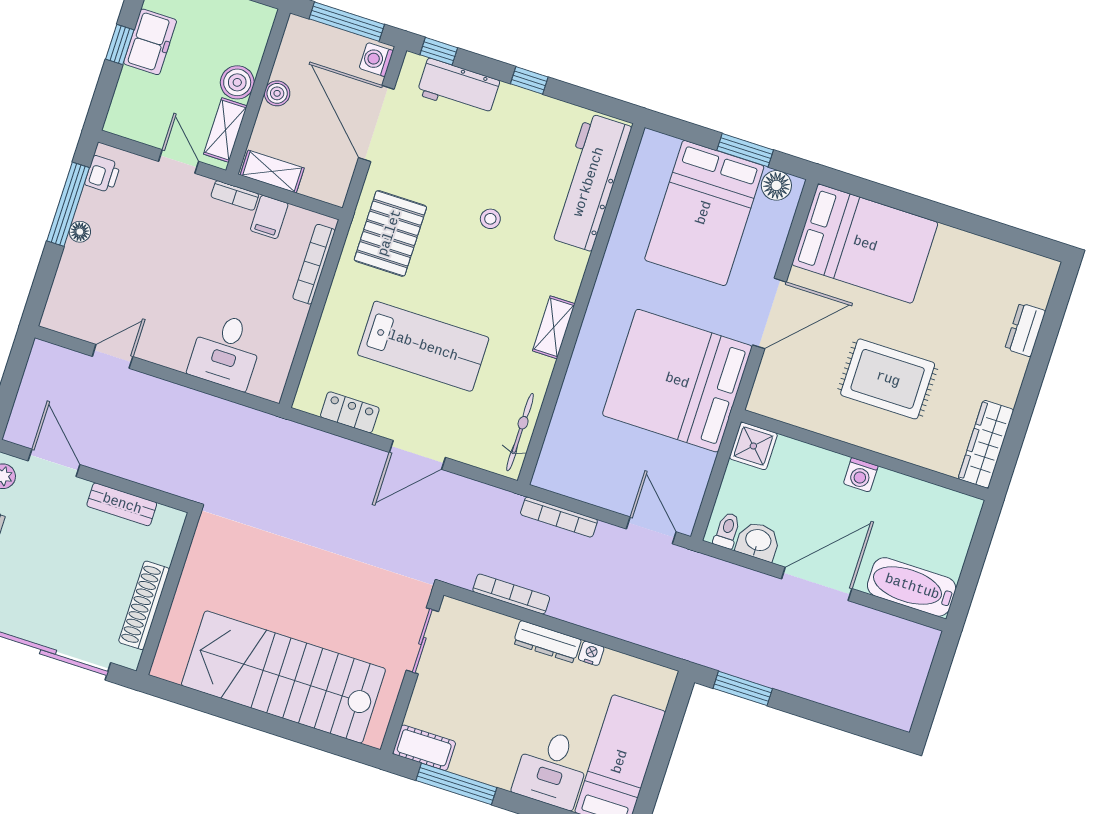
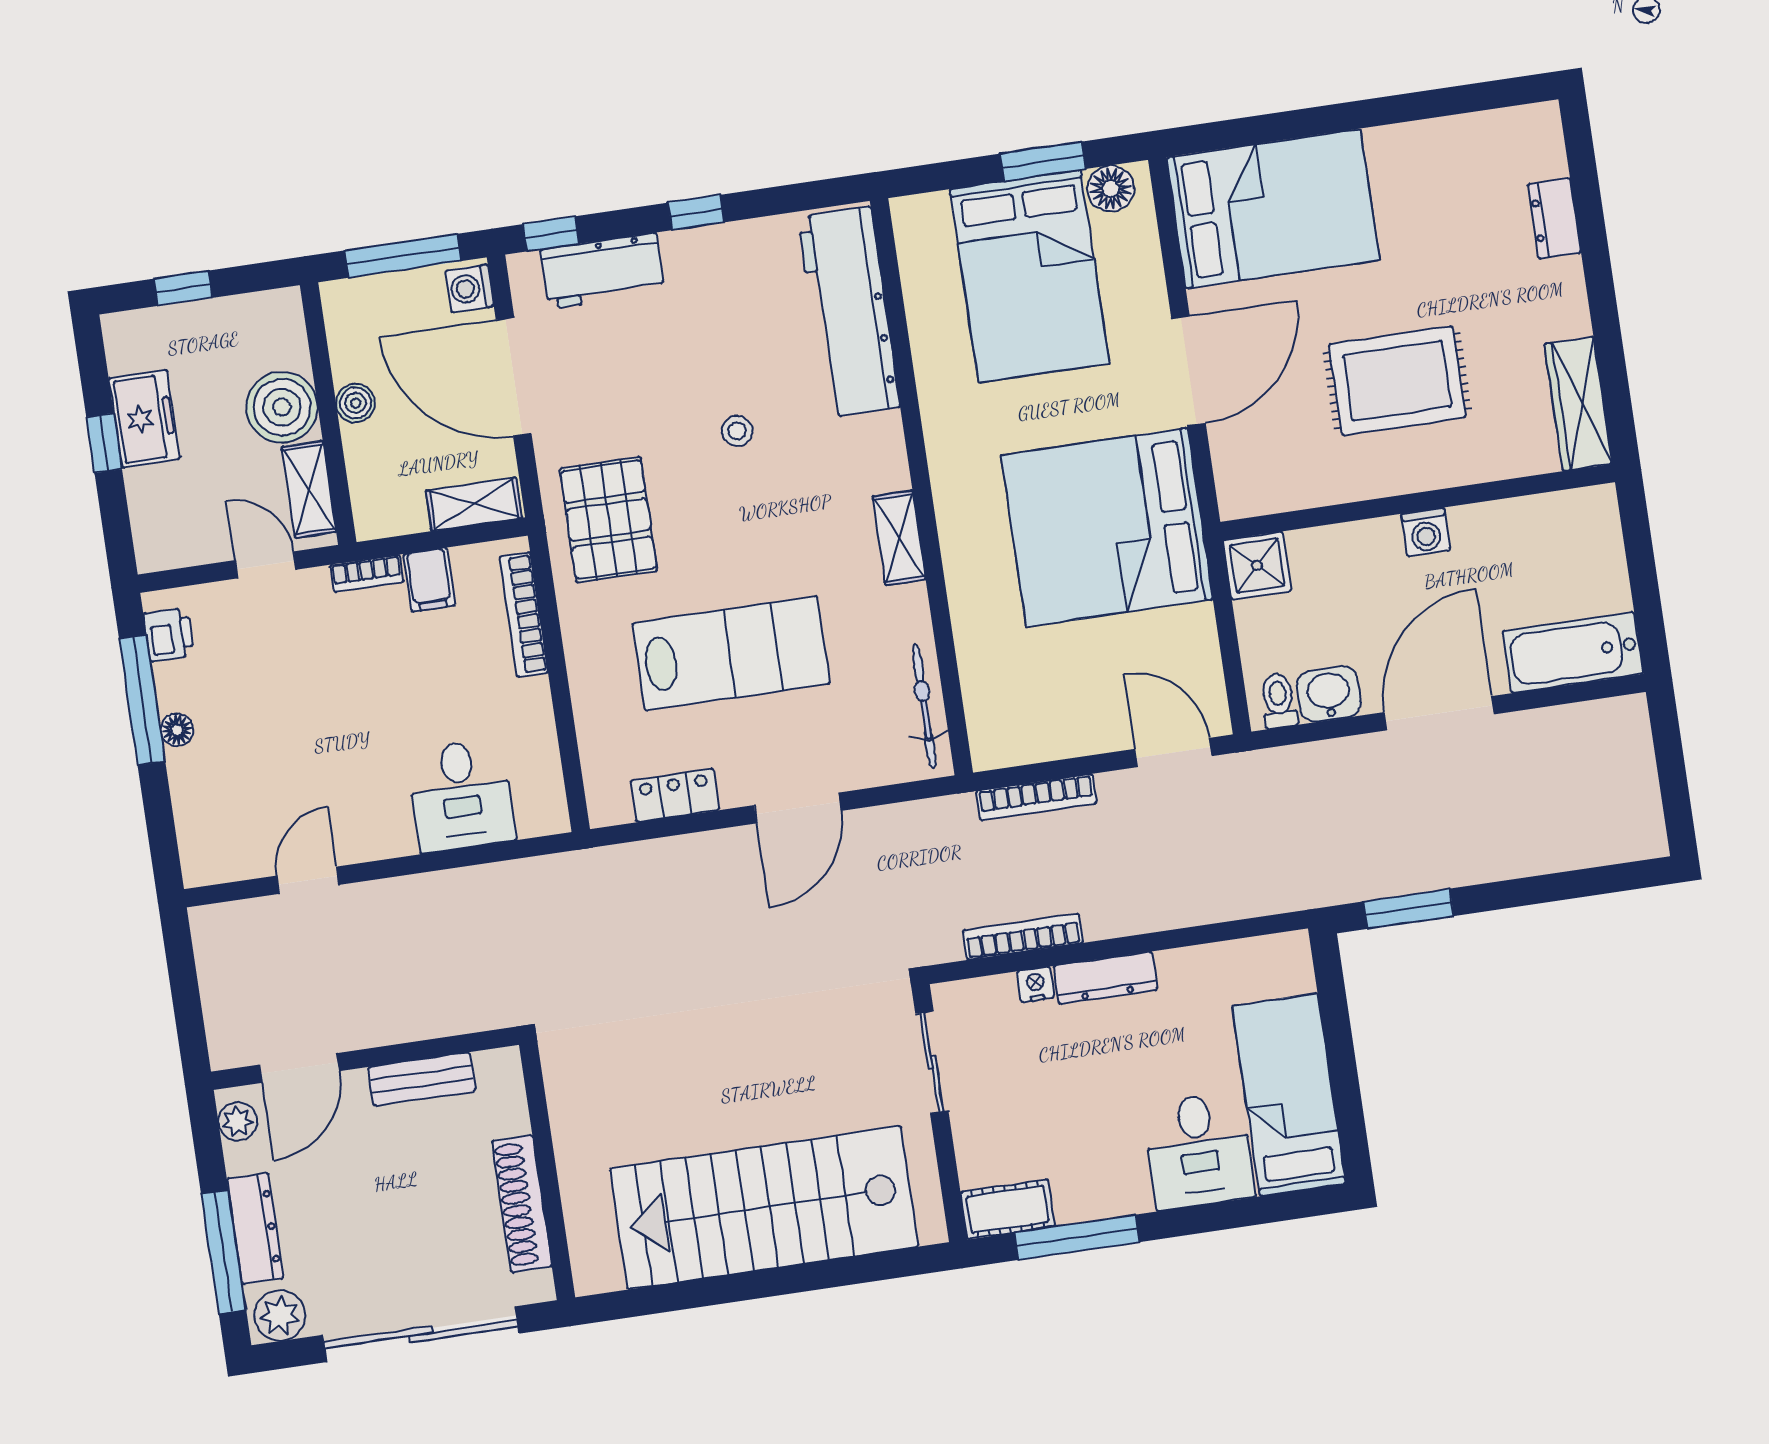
boiler: (237, 82) -> (282, 407), width x1.37, depth x1.37
shelving: (272, 172) -> (474, 504), moved
door: (54, 463) -> (299, 1068), swing flipped
nightstand: (591, 653) -> (1036, 984), moved

